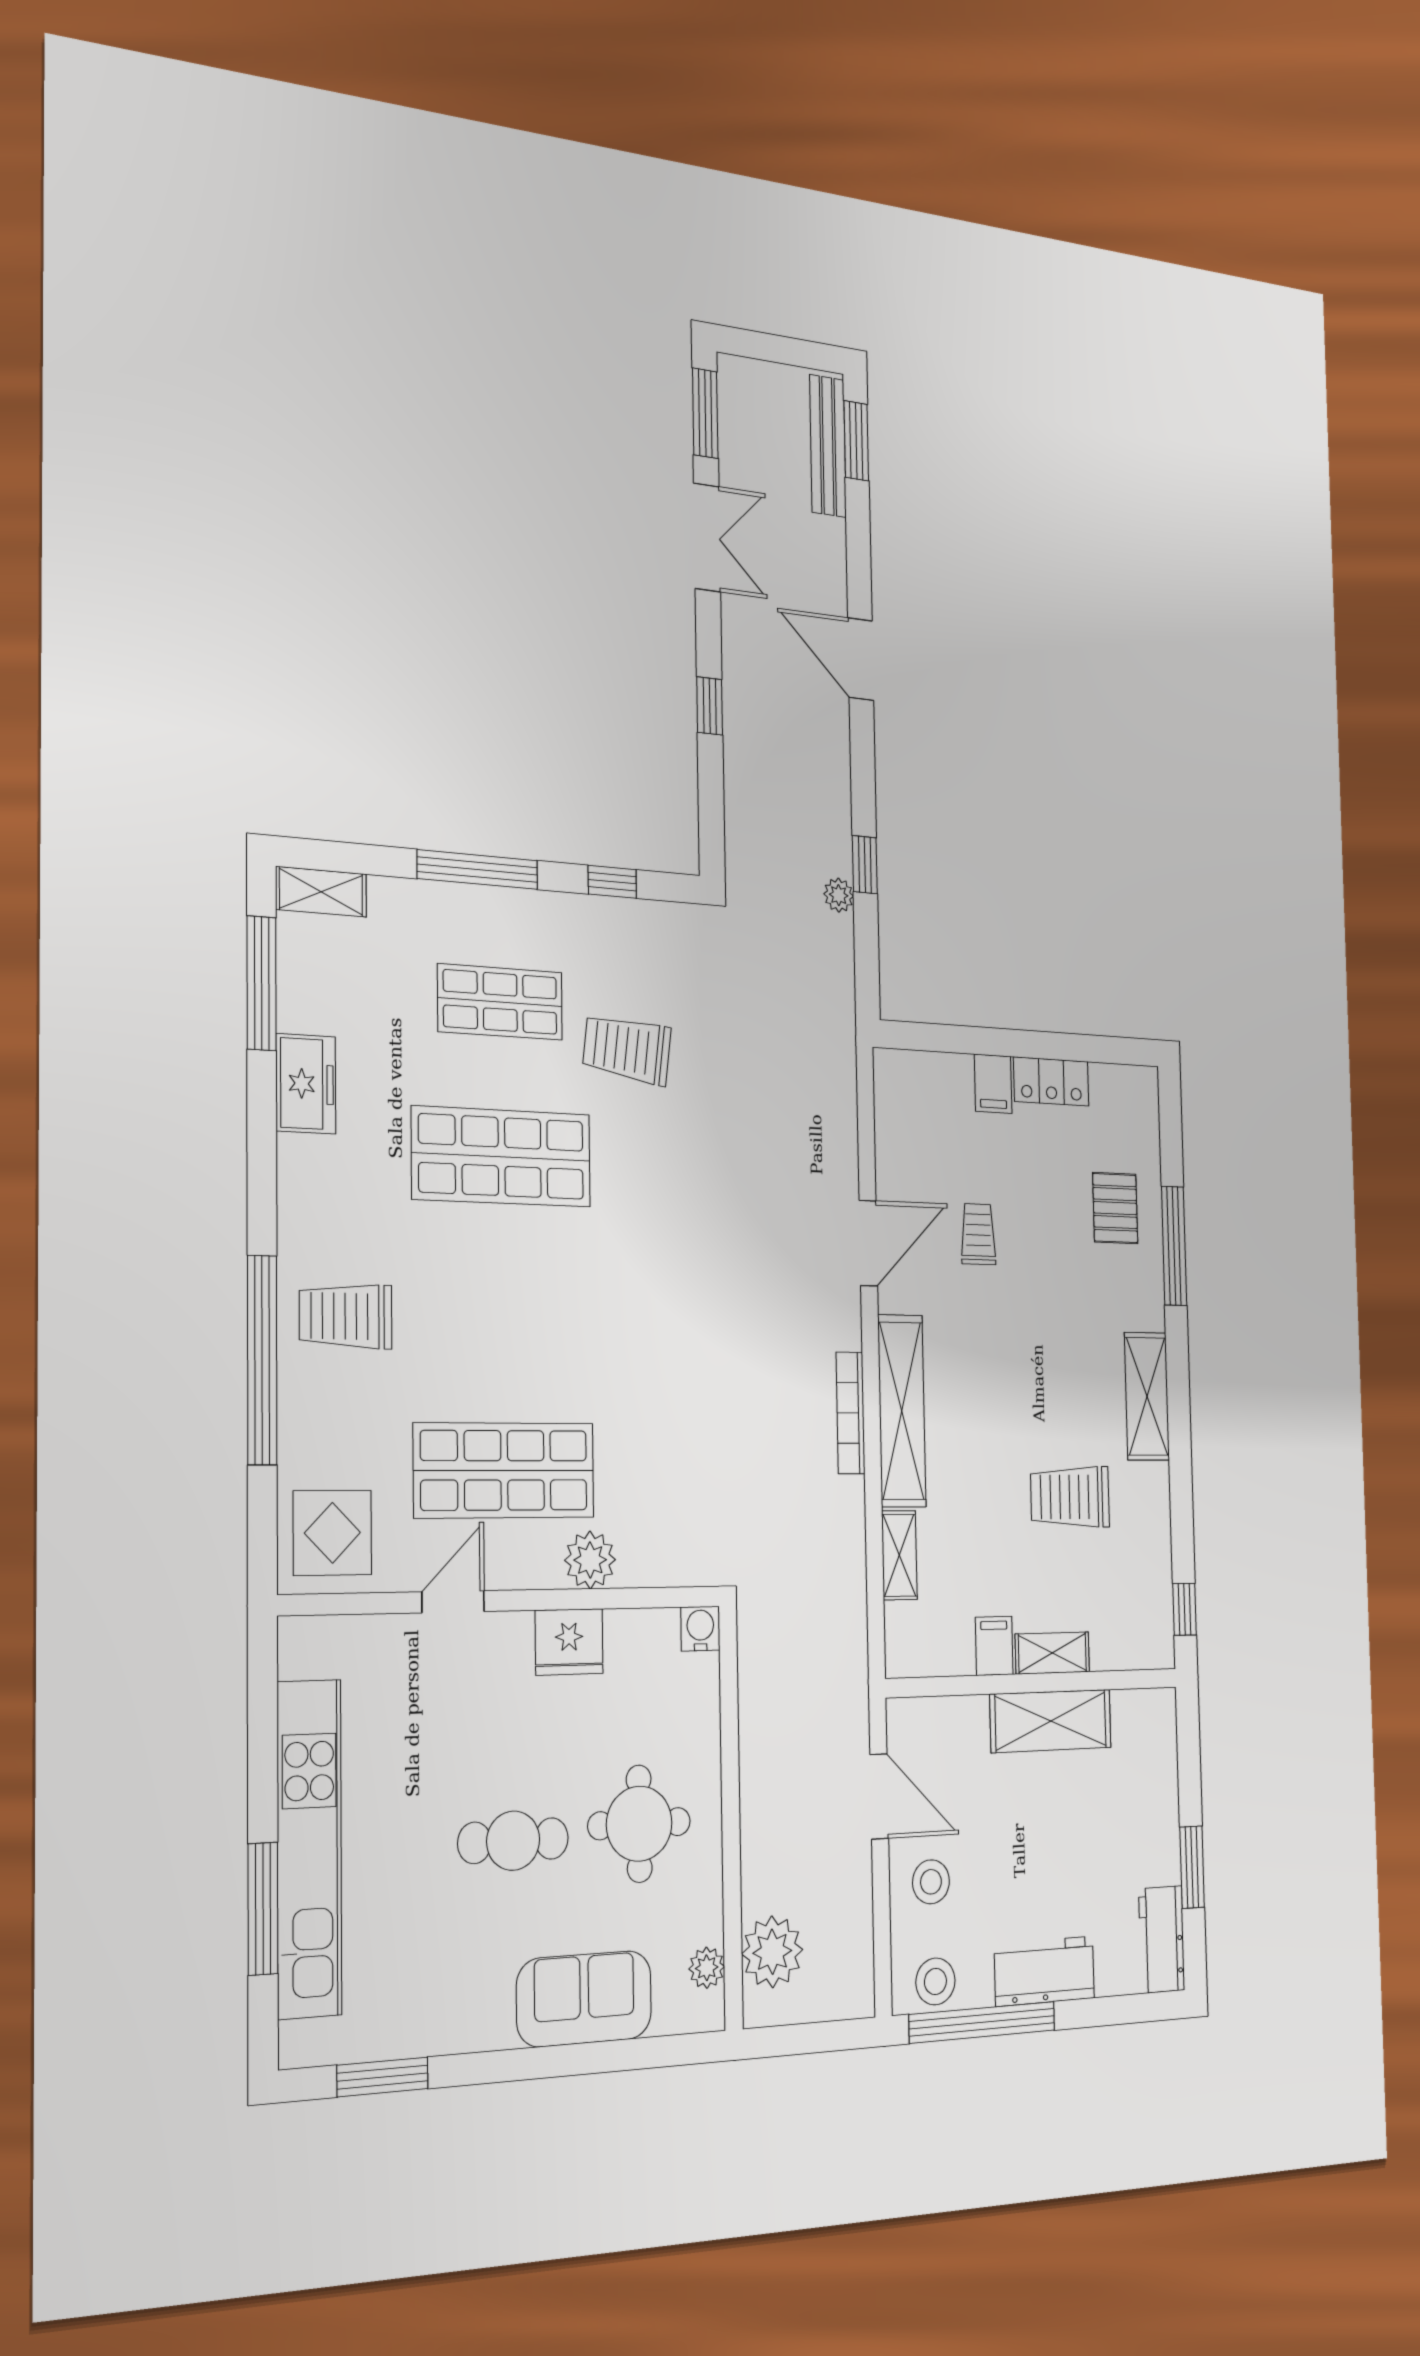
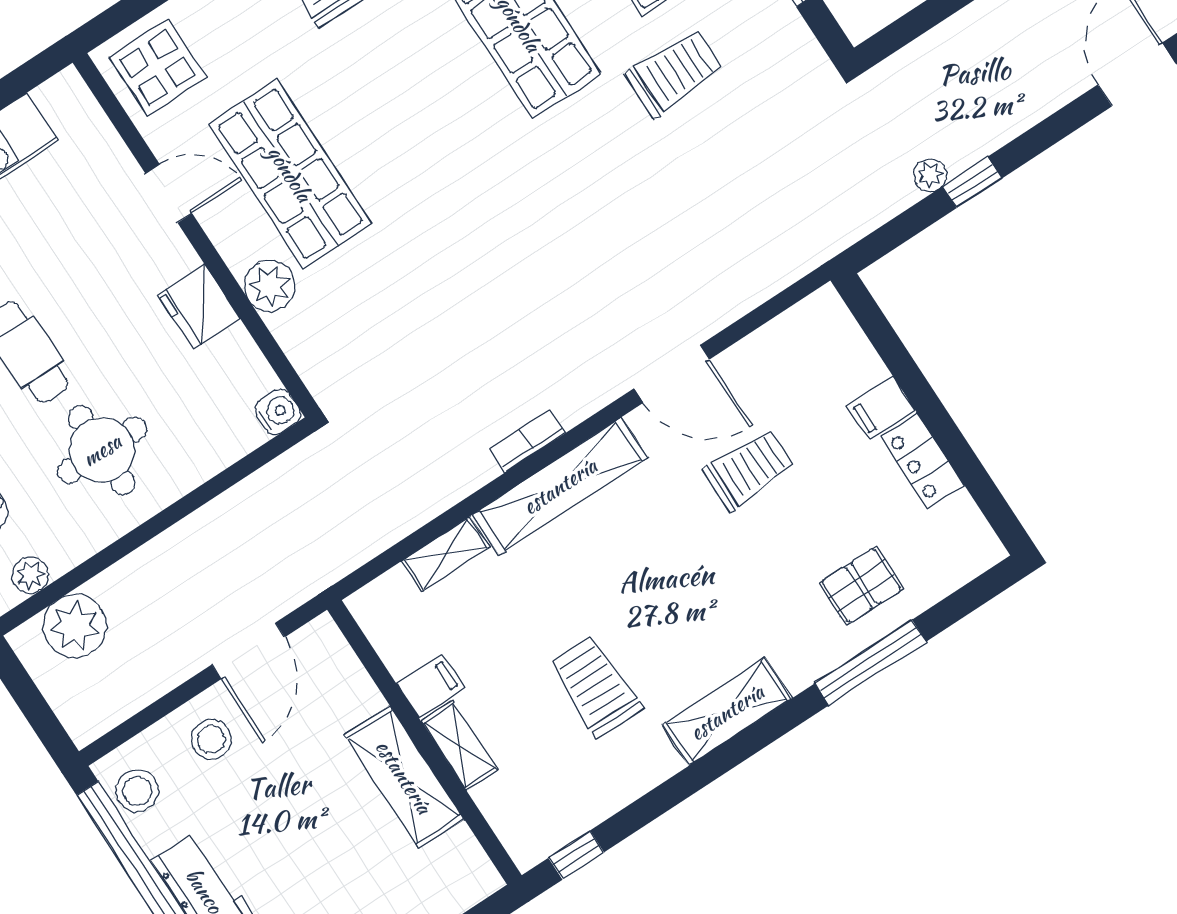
trolley: (627, 1049) -> (674, 73), turned 83
trolley: (978, 1234) -> (749, 469), width x1.36, depth x1.39
bookcase: (850, 1413) -> (527, 441), width x0.64

